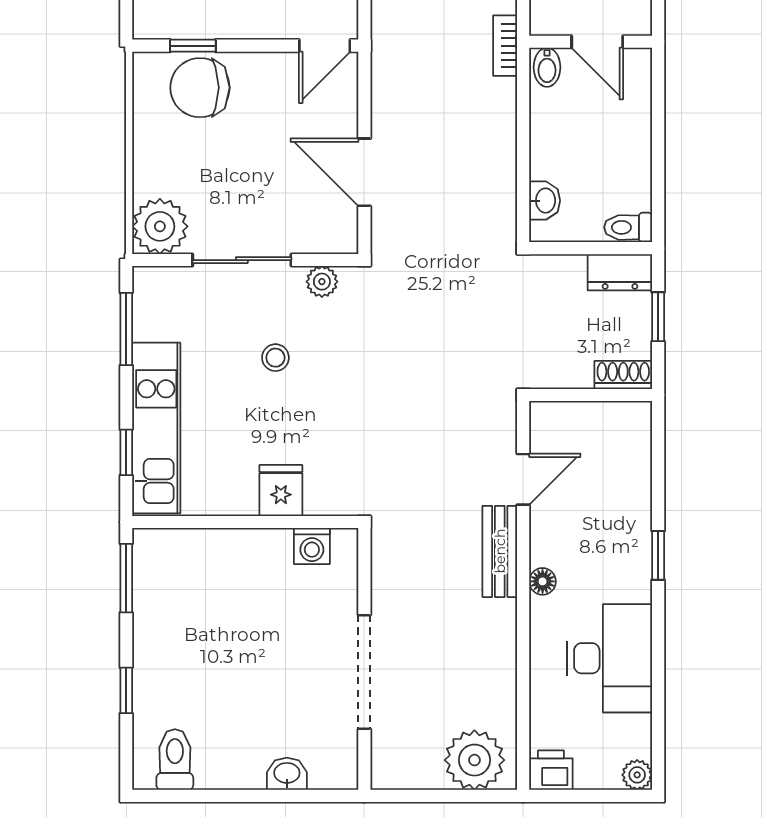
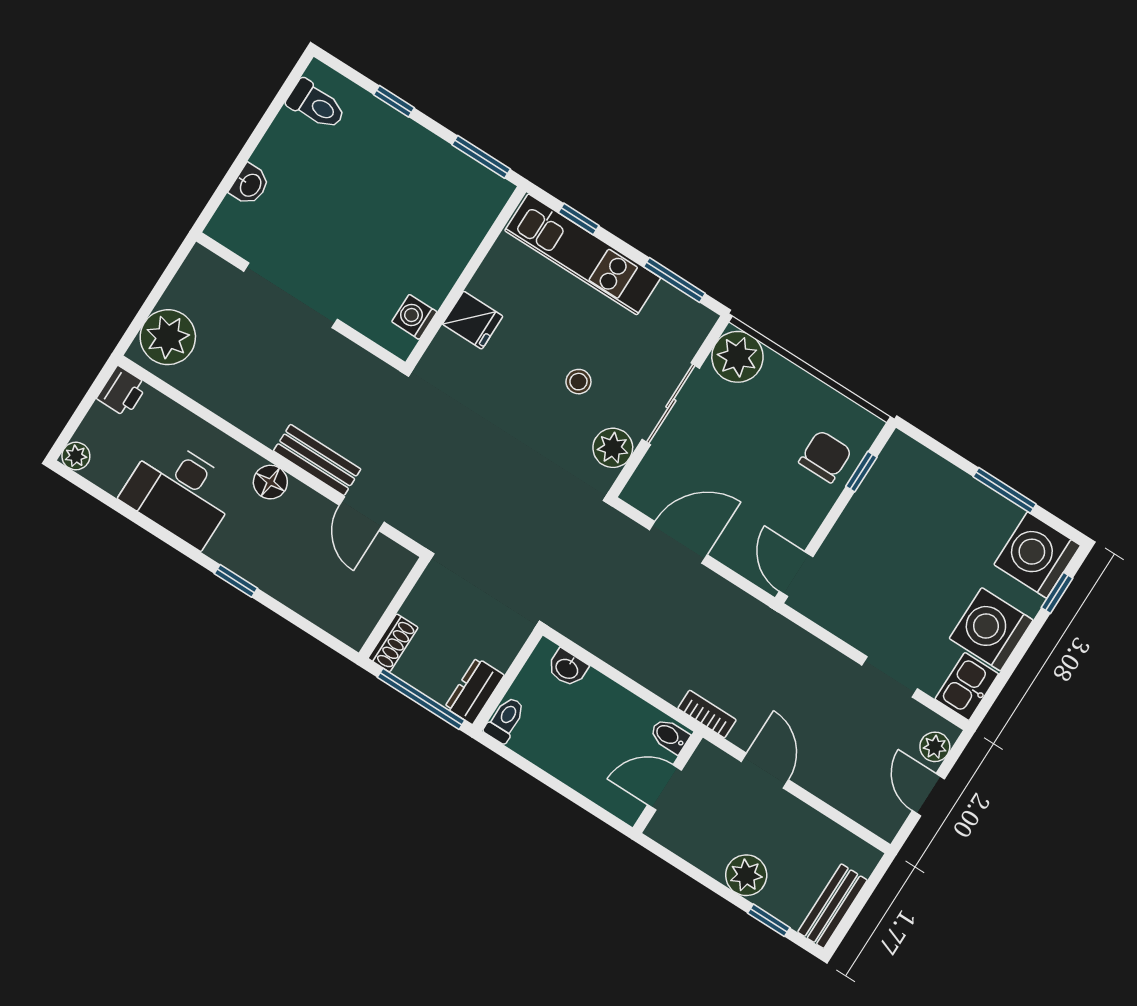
chair: (200, 88) -> (825, 456), width x0.73, depth x0.73
plant: (322, 282) -> (613, 448), width x1.38, depth x1.38
window: (658, 317) -> (421, 699), width x2.17
floor lamp: (543, 581) -> (270, 482), width x1.37, depth x1.37

